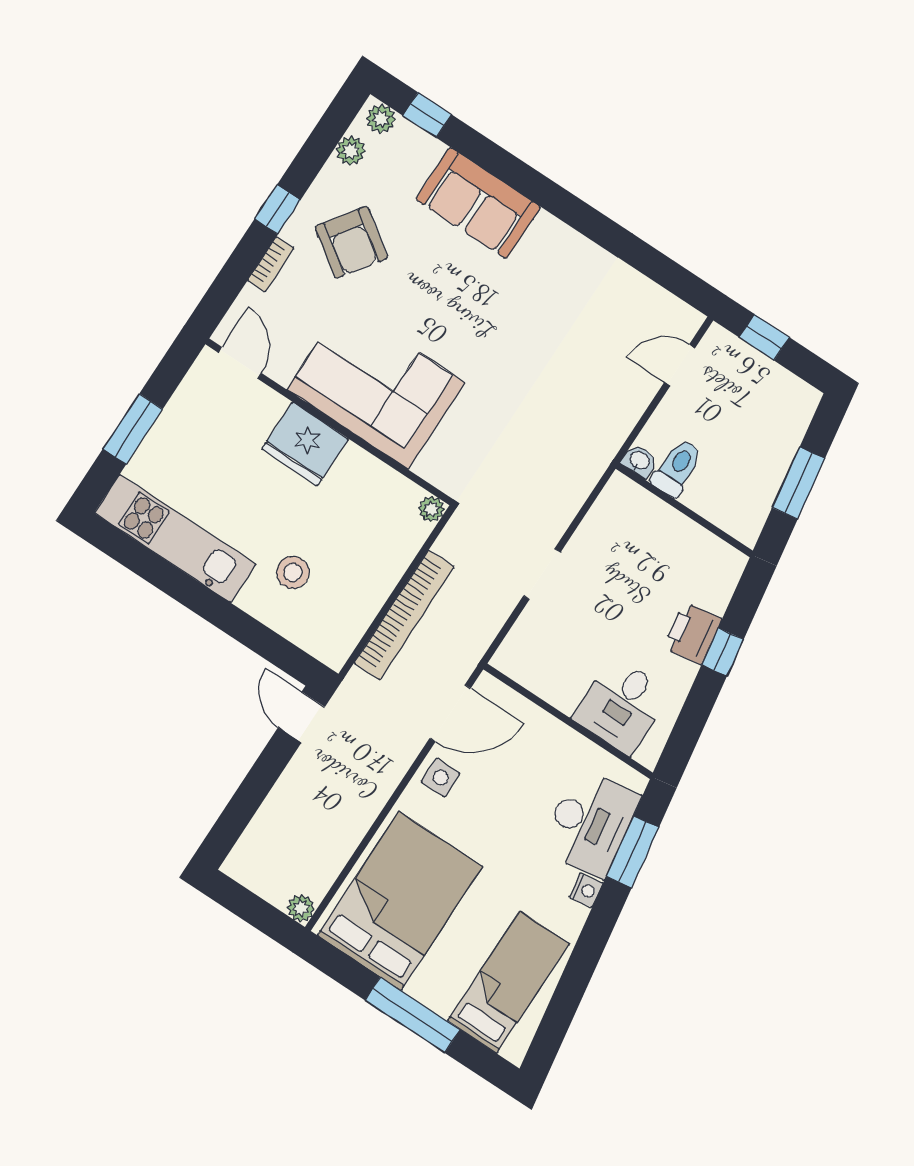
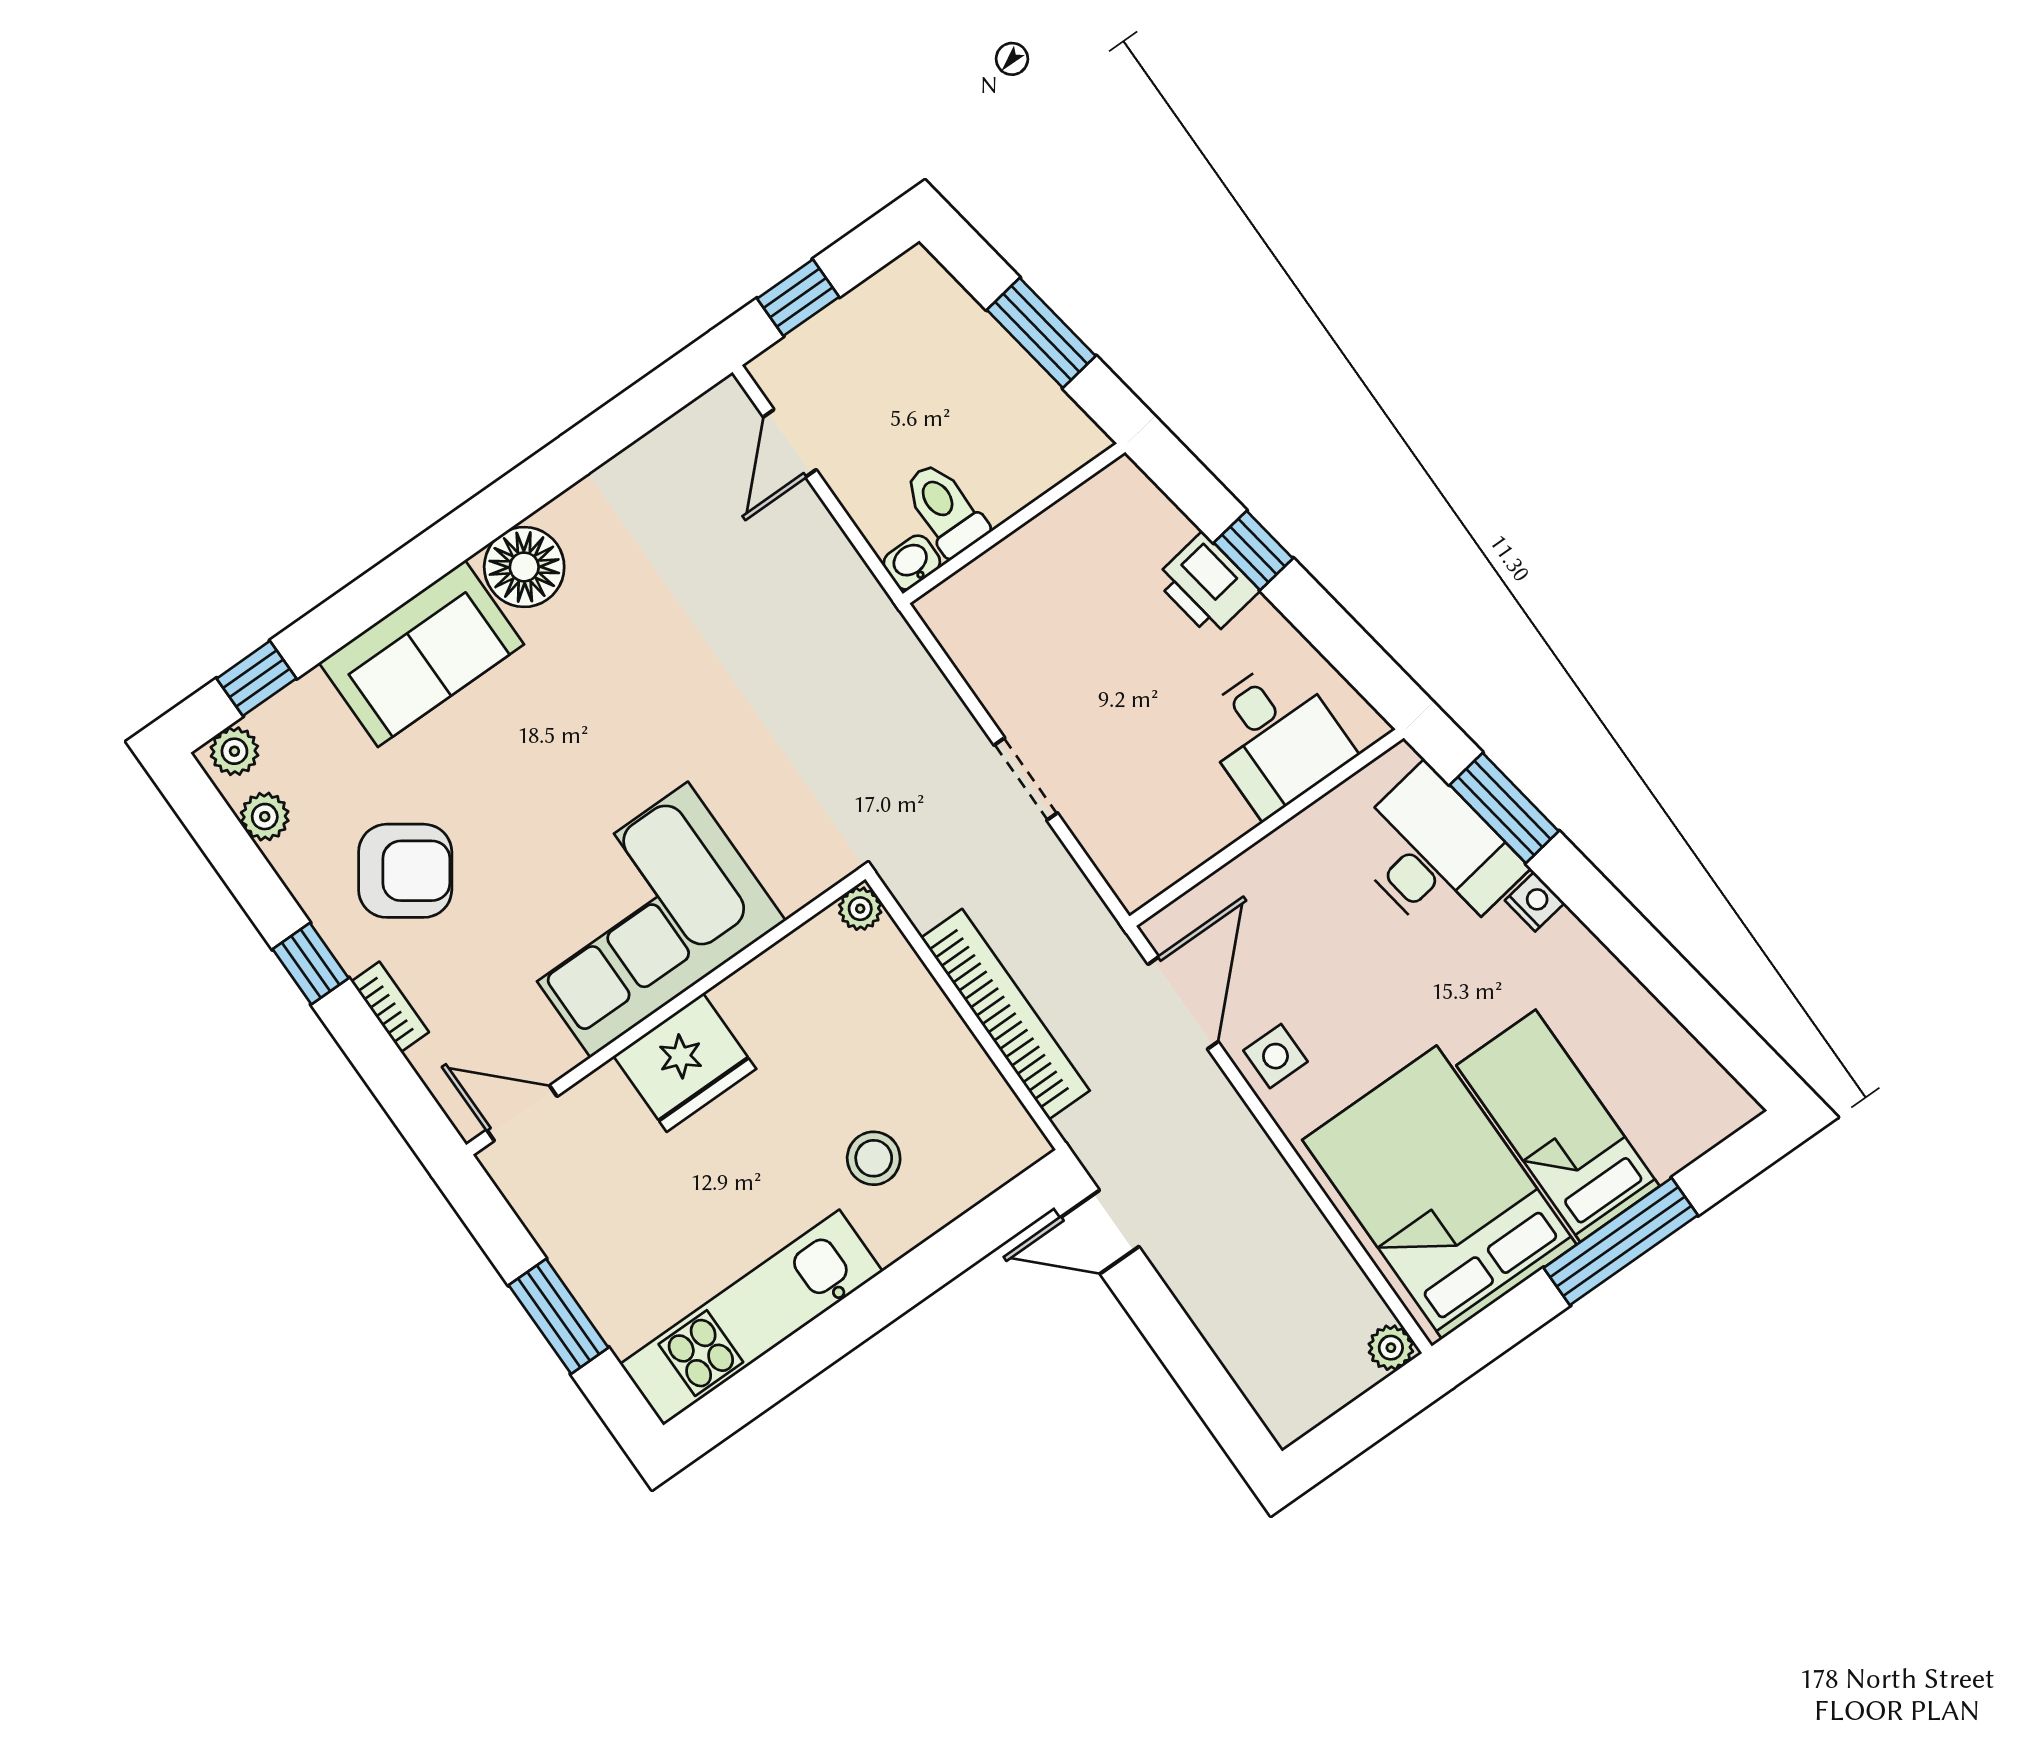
floor lamp: (550, 242) -> (524, 567), added
bed: (508, 982) -> (1558, 1126), moved

